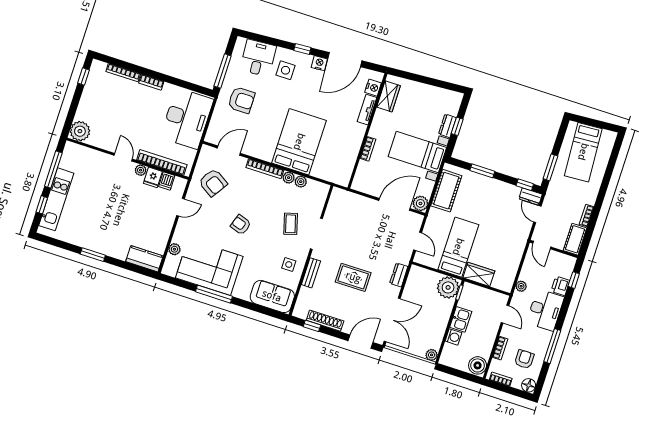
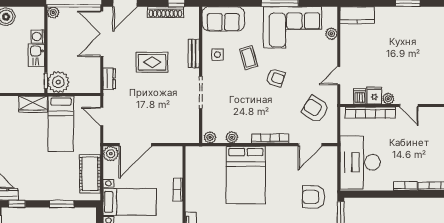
plant: (289, 178) -> (210, 137), moved
coffee table: (291, 224) -> (249, 58), moved

